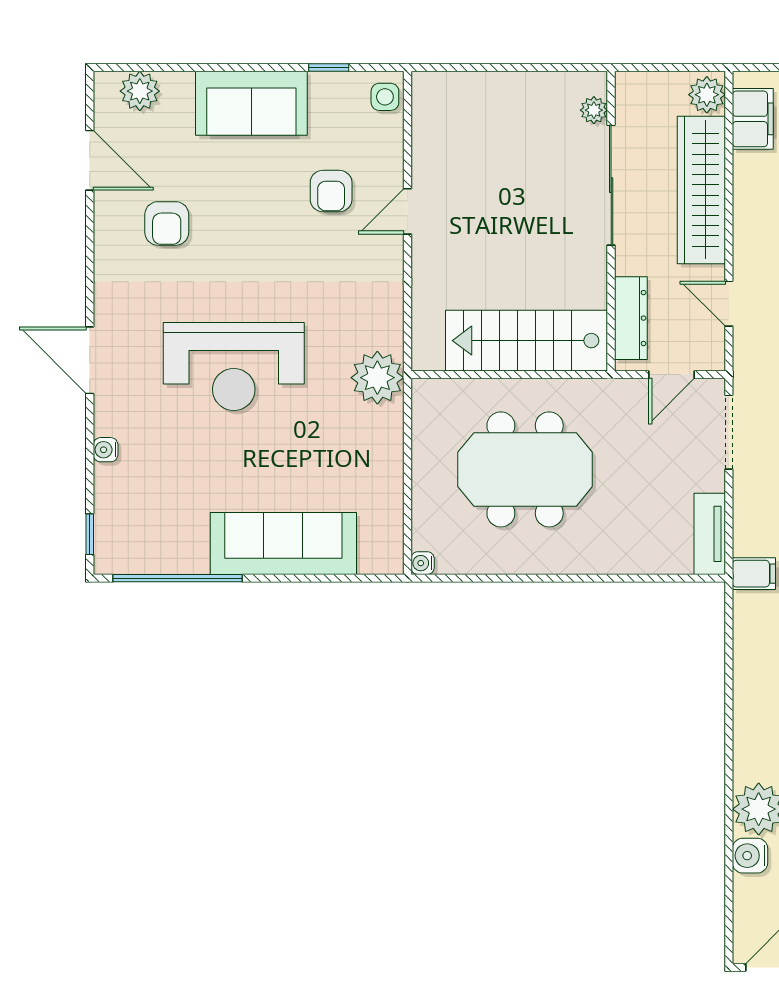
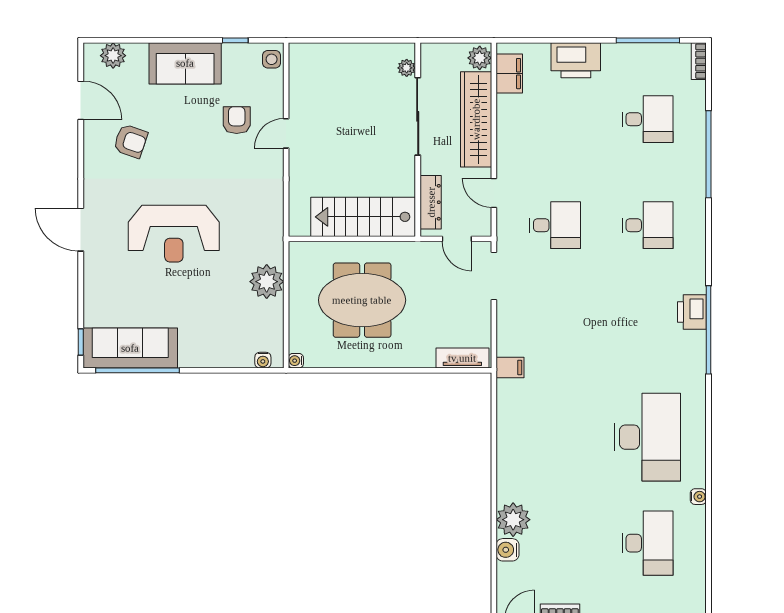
armchair: (331, 191) -> (237, 120), turned 180
armchair: (167, 223) -> (130, 141), turned -71
door: (672, 375) -> (457, 239), hinge flipped
plant: (377, 378) -> (267, 282), moved
water cooler: (106, 450) -> (263, 360), moved, turned -90
tv unit: (710, 534) -> (462, 358), moved, turned 90
sofa: (283, 544) -> (130, 348), moved

